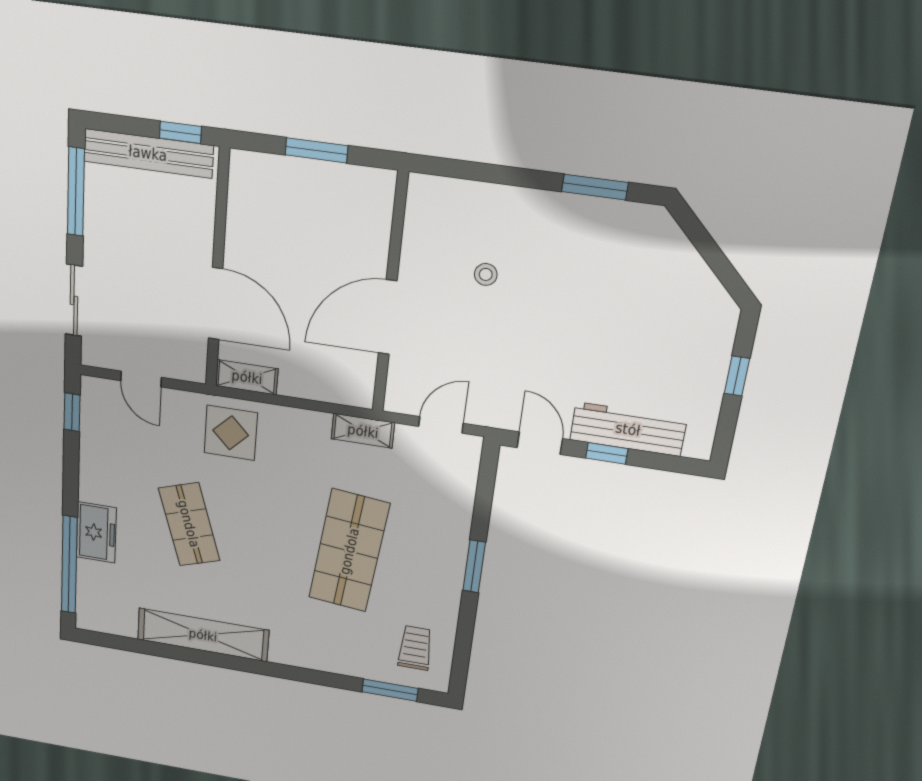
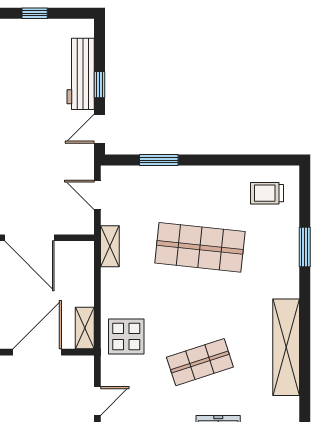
window: (474, 566) -> (159, 160), moved
window: (390, 690) -> (305, 247), moved

